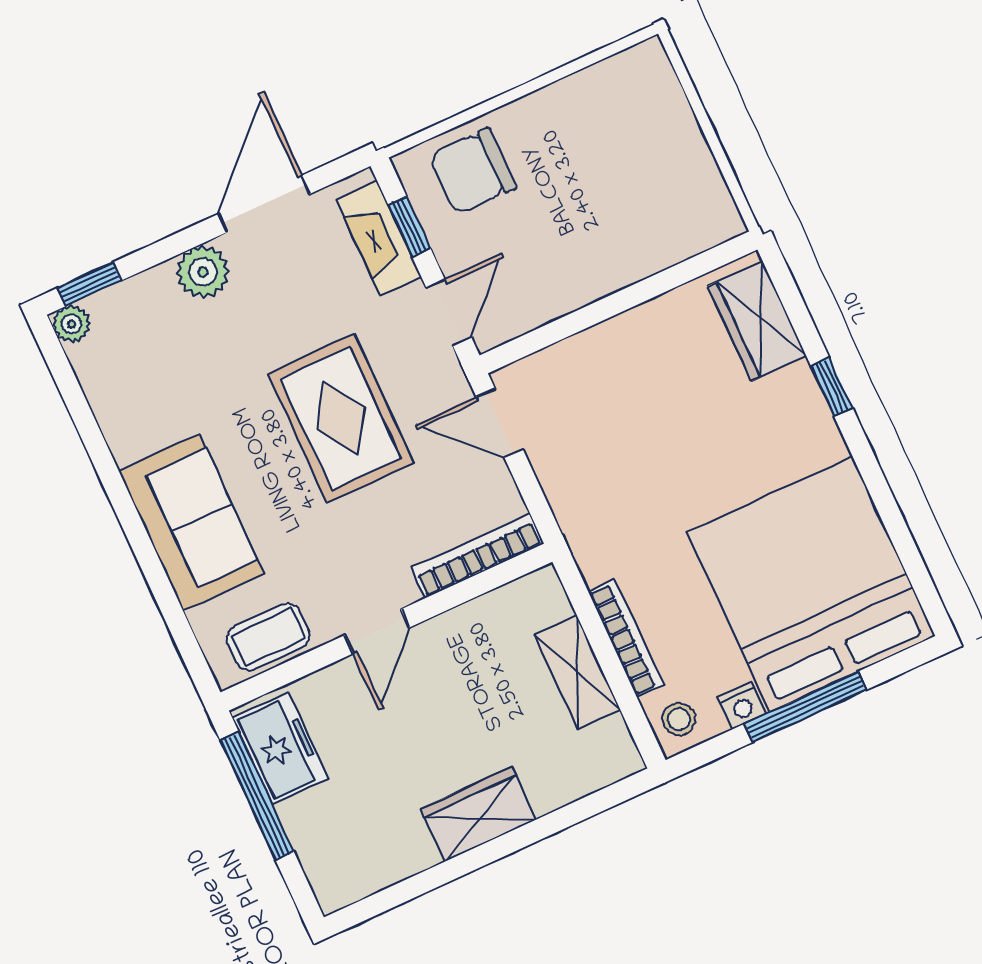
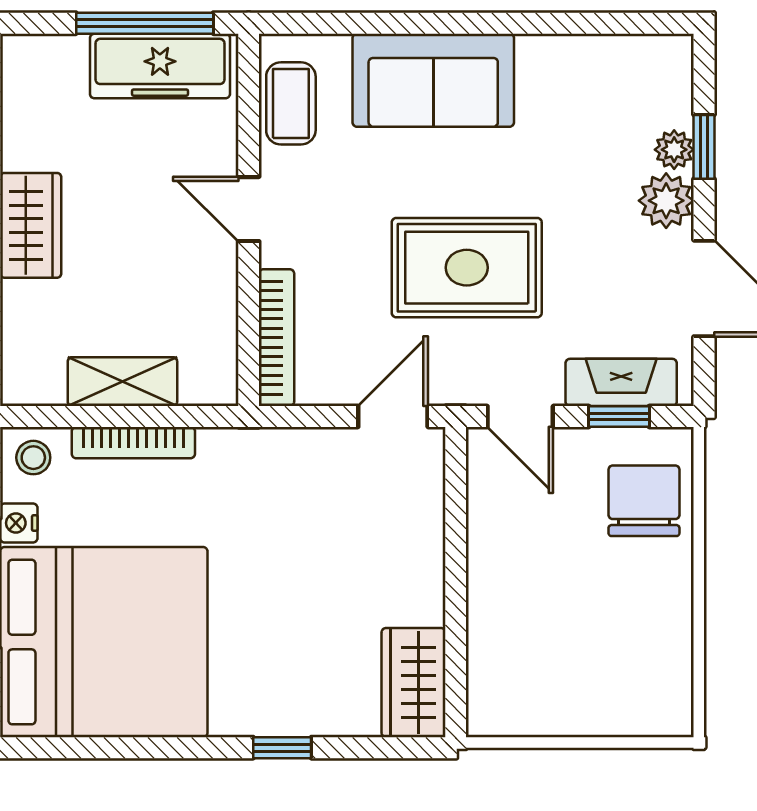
window: (89, 284) -> (704, 147), moved
wardrobe: (757, 321) -> (413, 683), moved, turned -90
plant: (71, 324) -> (674, 150), moved
freezer: (280, 748) -> (160, 66), width x1.40

